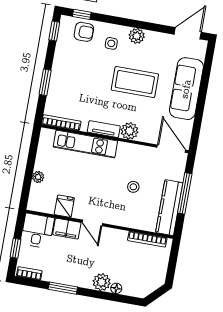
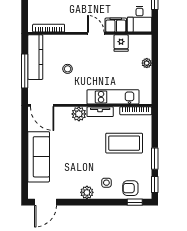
window: (45, 82) -> (155, 159), moved
coffee table: (135, 82) -> (124, 143), moved

